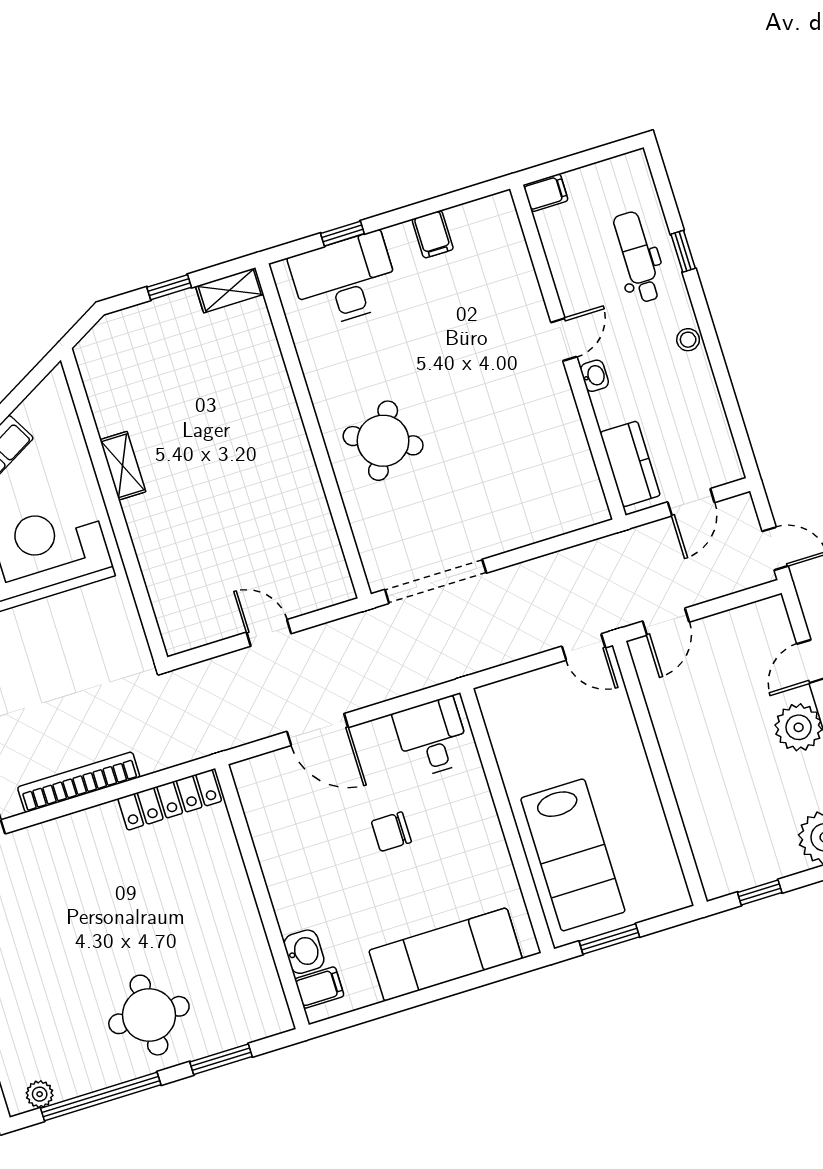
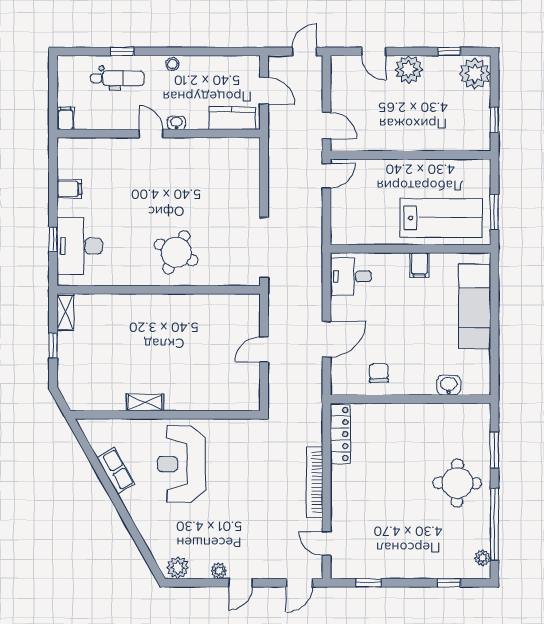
dental chair: (637, 257) -> (117, 78), turned 180
chair: (391, 832) -> (379, 373), moved, turned 180
filing cabinet: (319, 987) -> (419, 265), moved, turned 180

